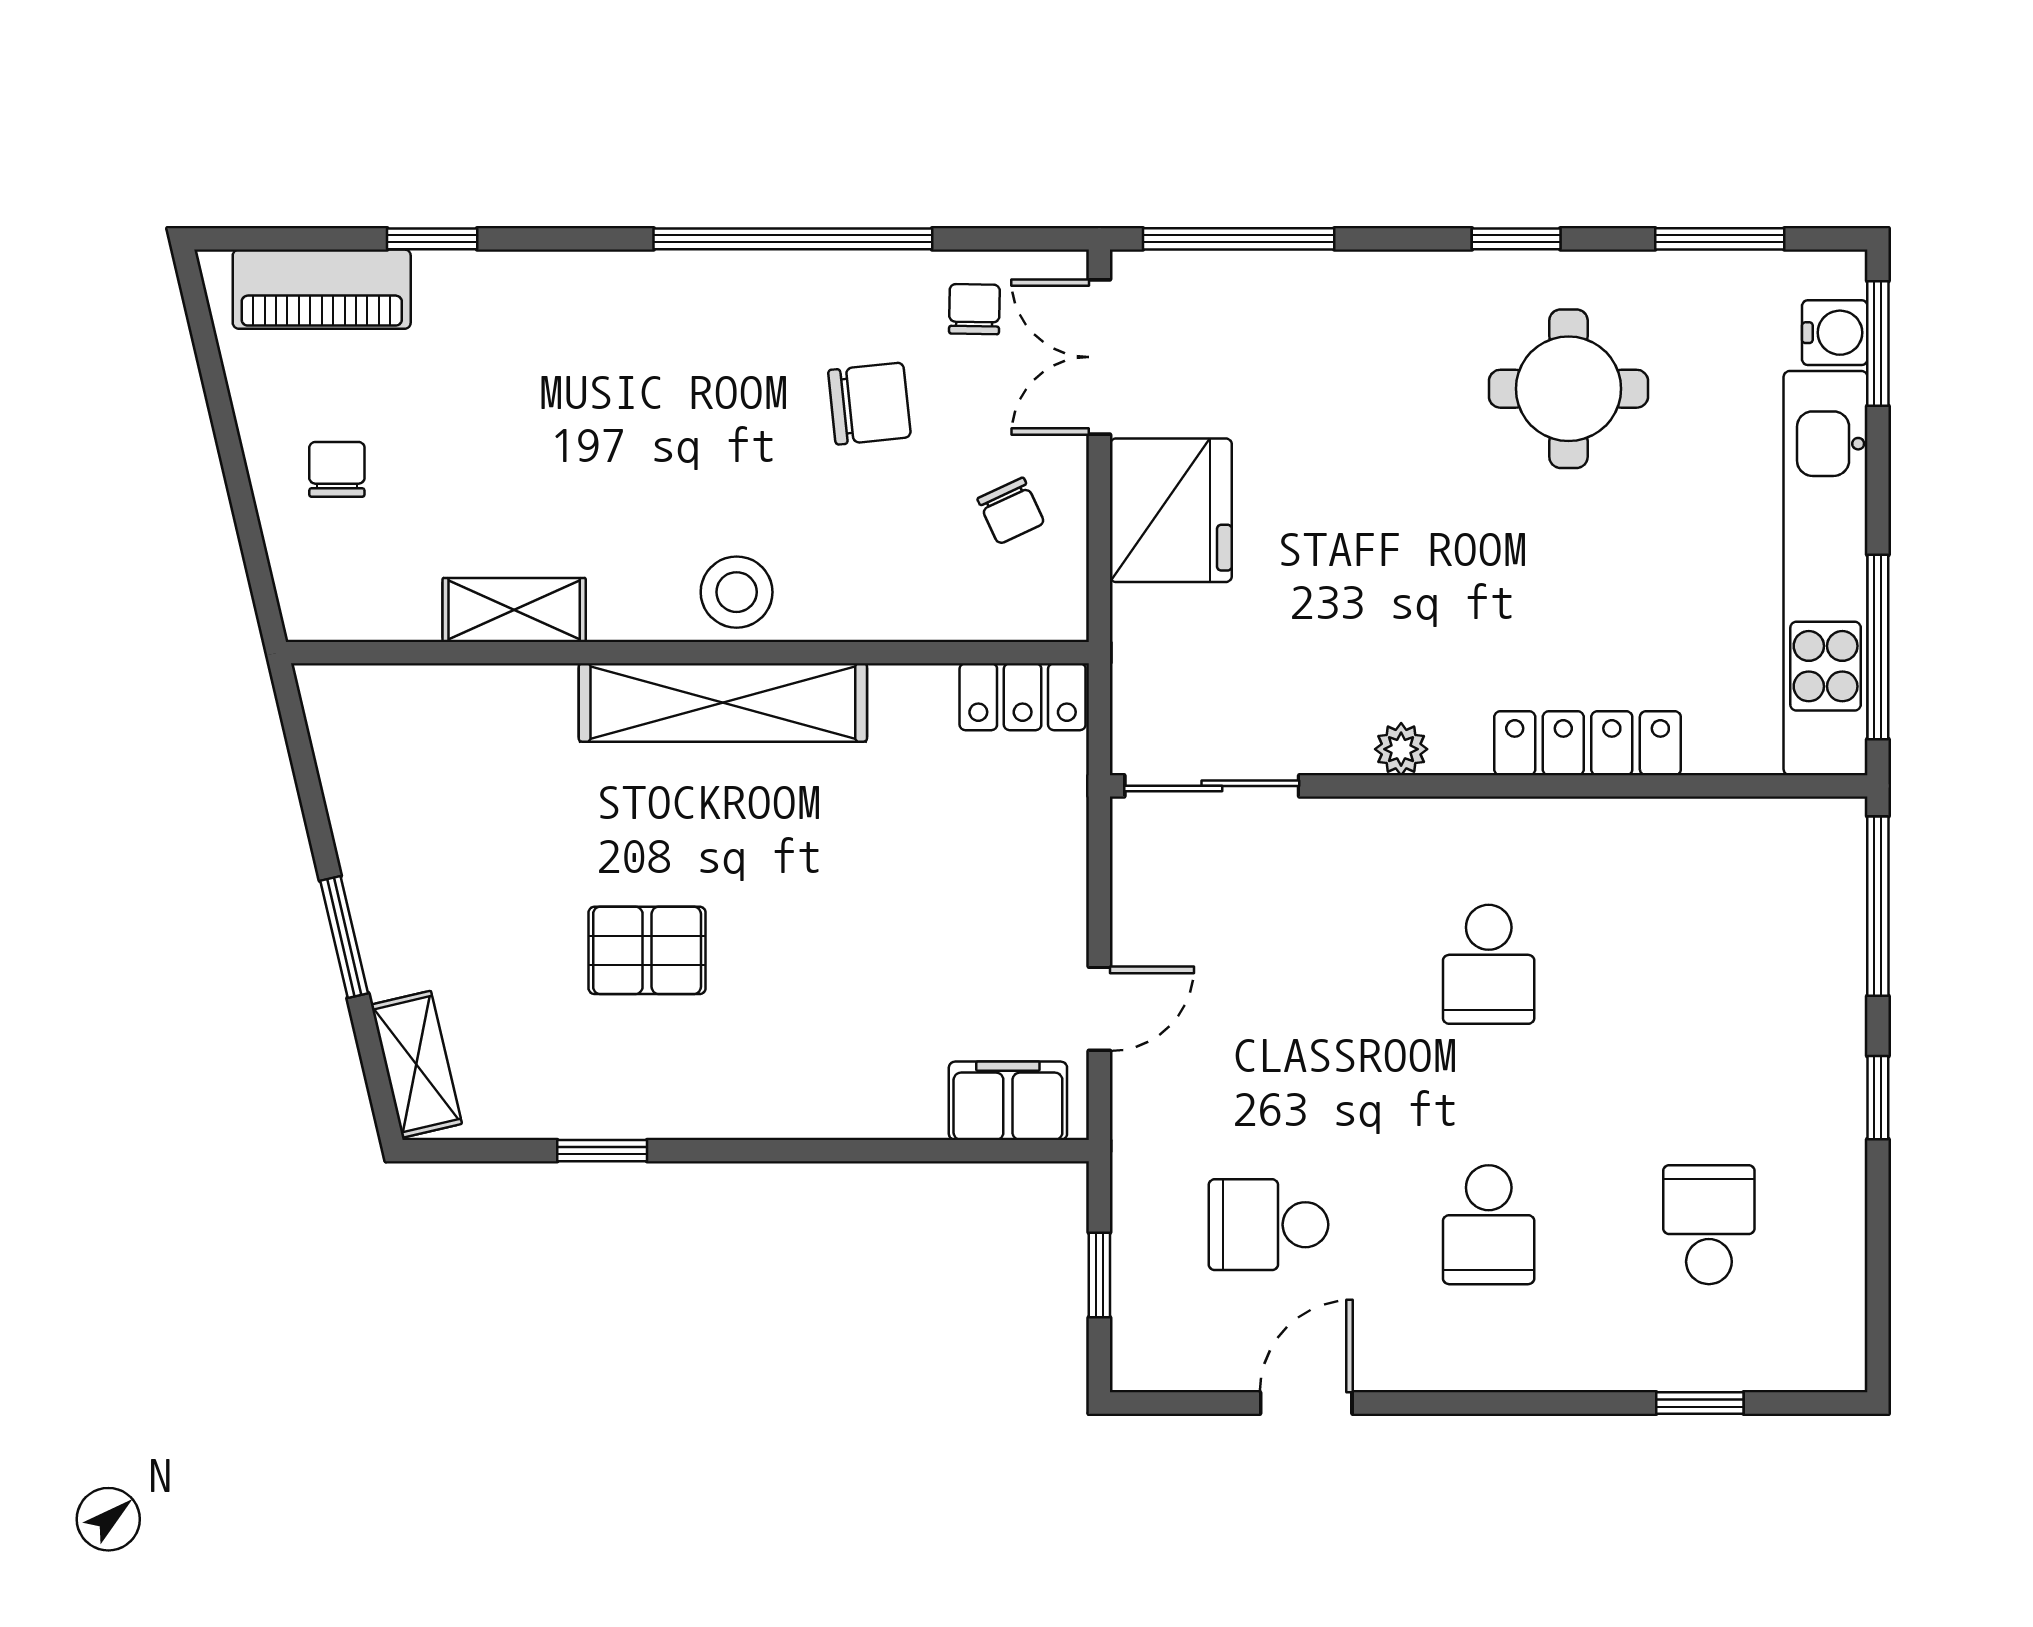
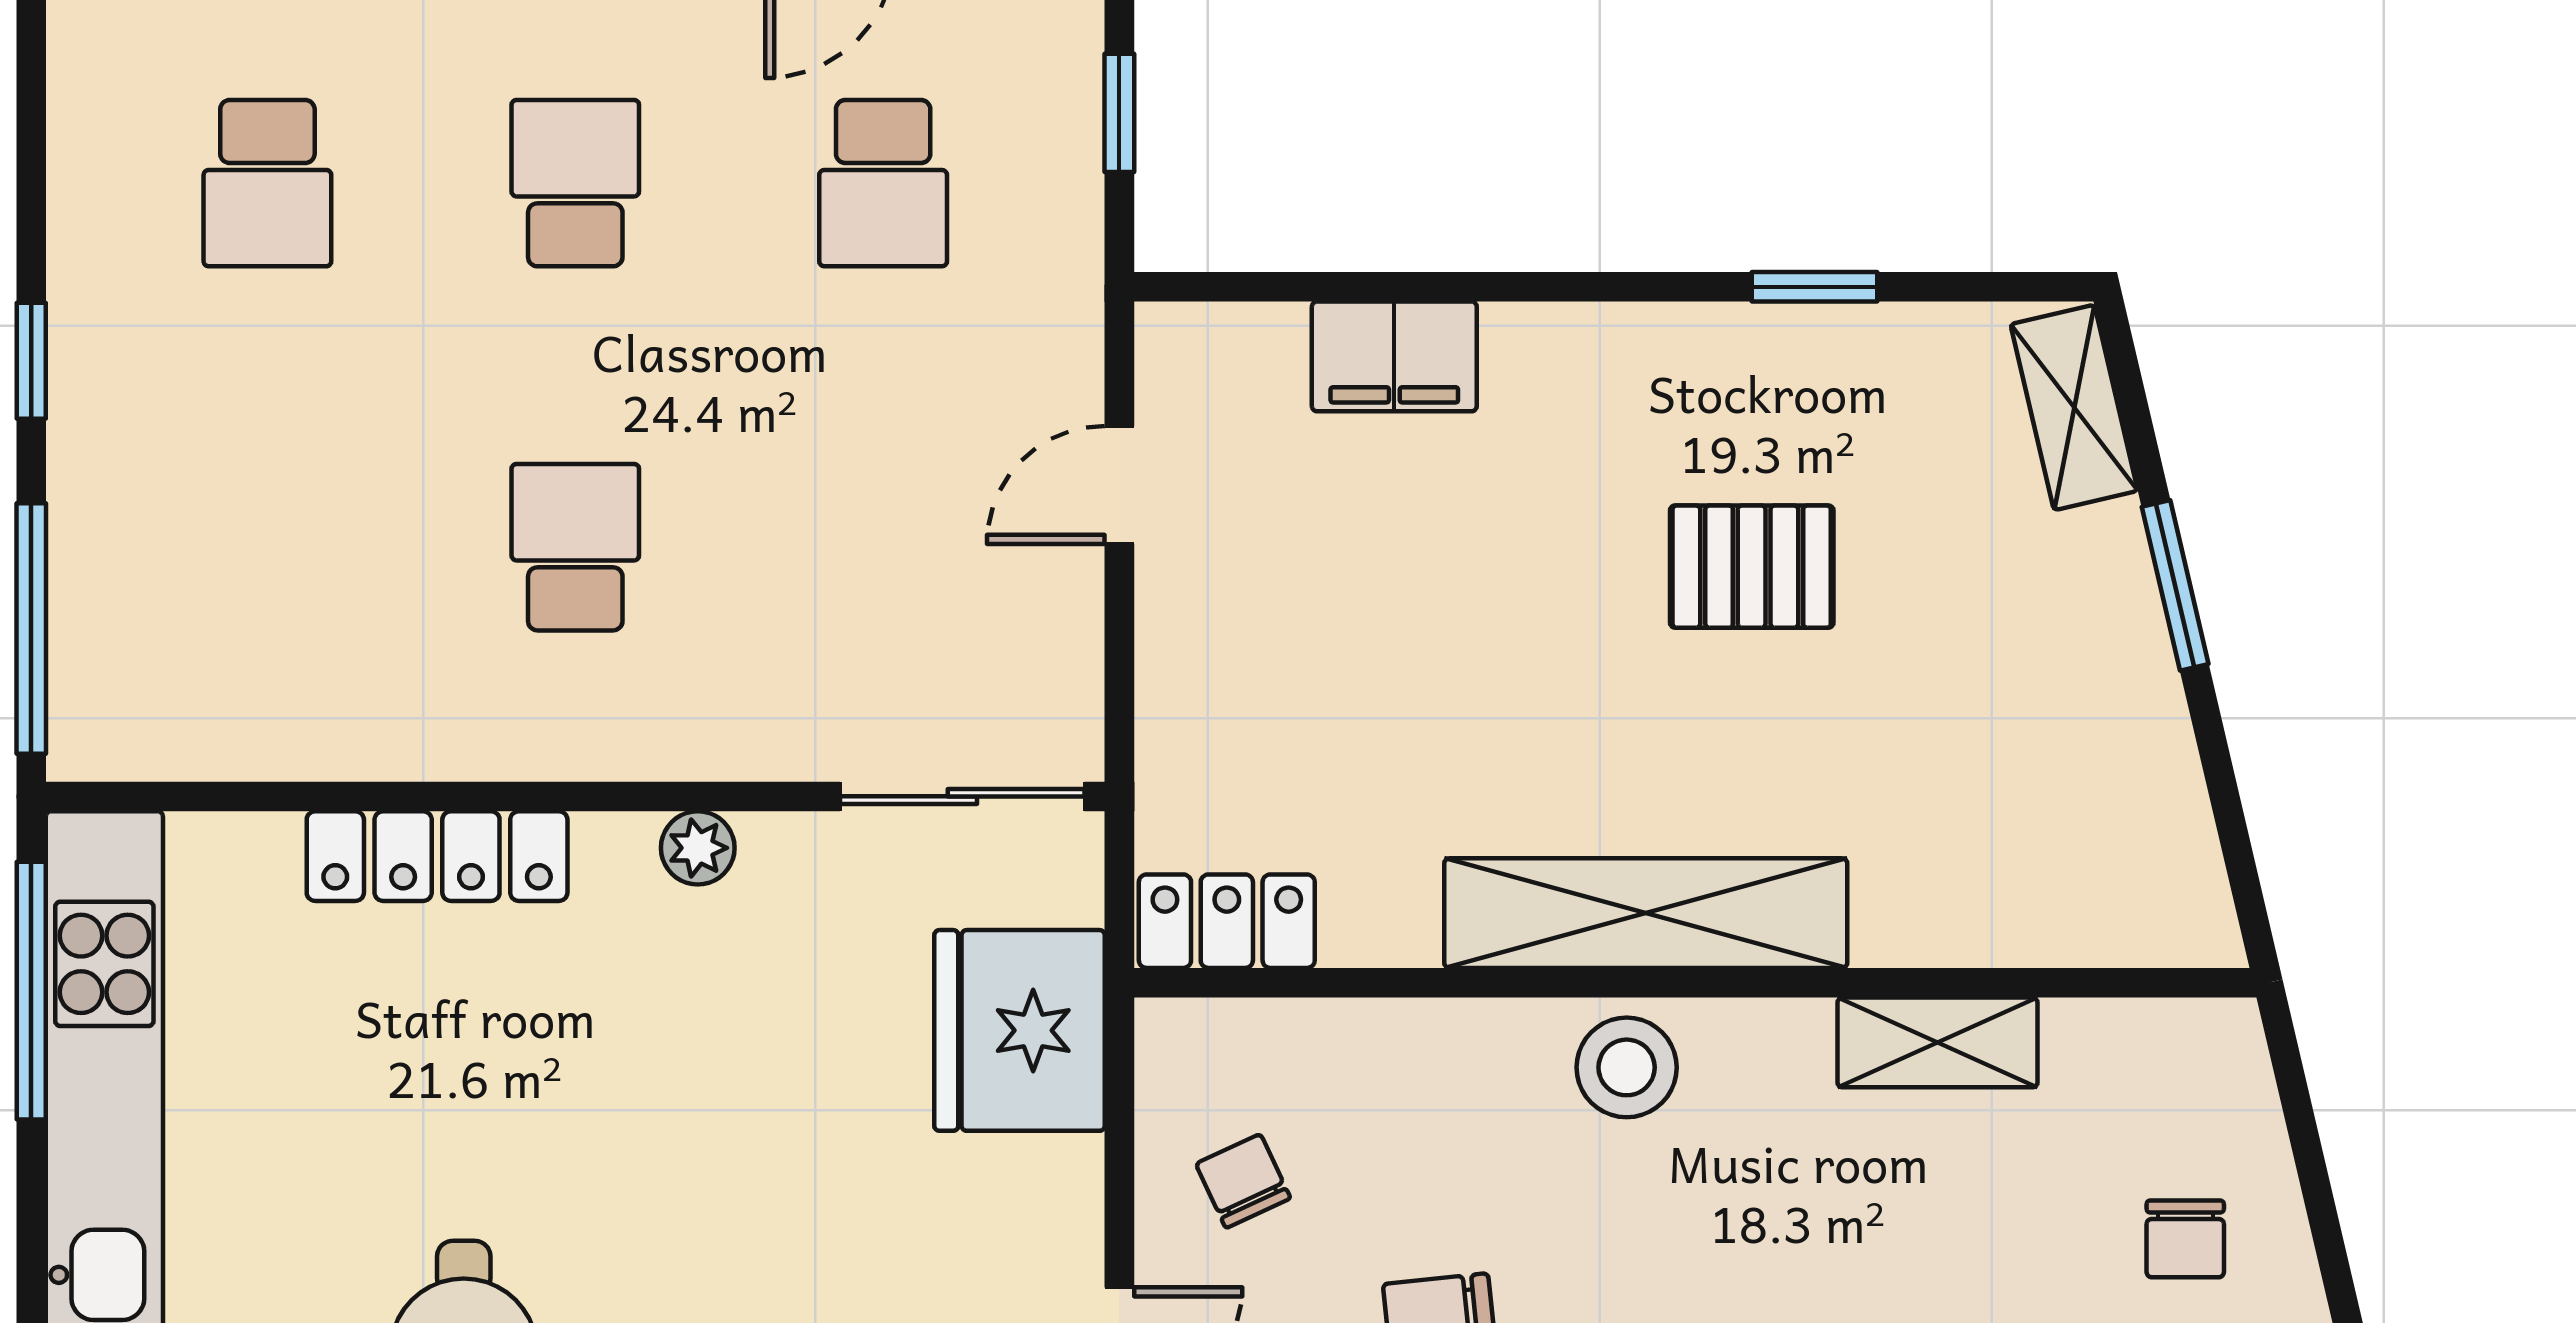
fridge: (1171, 510) -> (1020, 1030), moved
filing cabinet: (1008, 1101) -> (1394, 356), moved
school desk: (1268, 1225) -> (883, 183), turned 90

